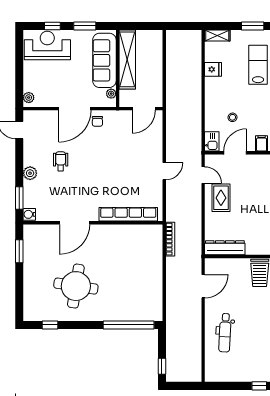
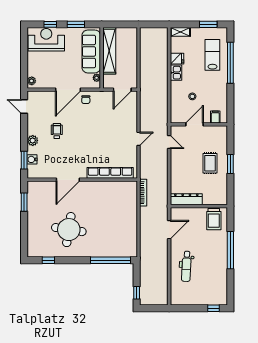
kitchen sink: (212, 141) -> (176, 73), moved
rug: (221, 198) -> (210, 163), moved
water cooler: (29, 214) -> (32, 159), moved

